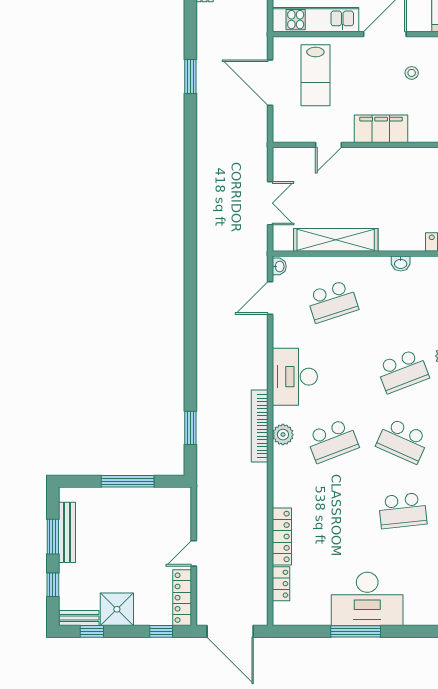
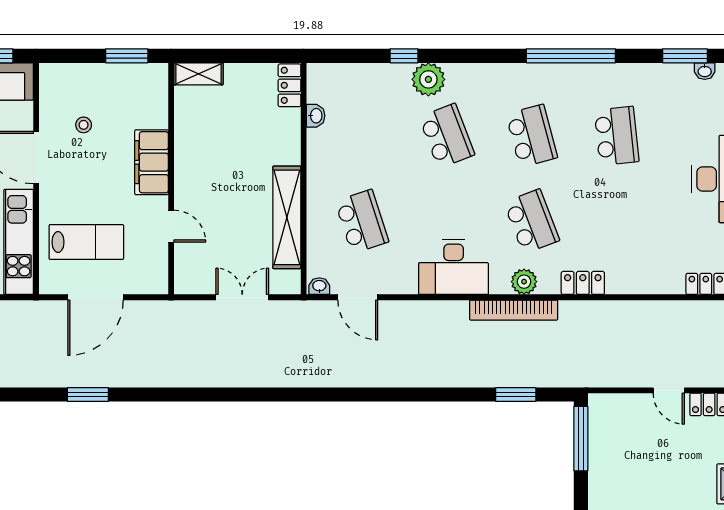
washbasin: (401, 263) -> (316, 116), moved
school desk: (403, 441) -> (532, 136), turned -39
window: (128, 481) -> (581, 439), moved
locker: (282, 536) -> (583, 283), moved, width x0.66

